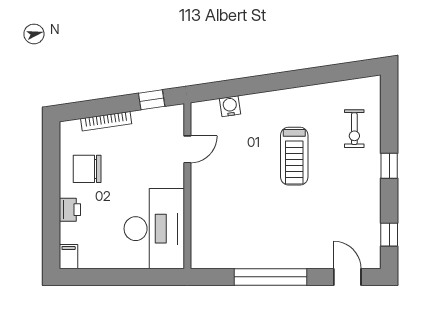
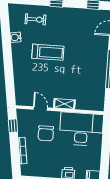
water cooler: (230, 106) -> (16, 37), moved
chair: (87, 169) -> (46, 133), moved
shelving: (199, 194) -> (64, 104), added

